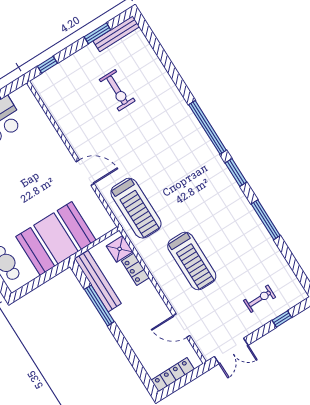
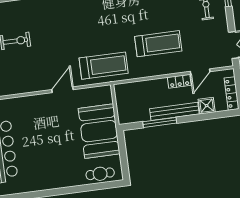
shower: (120, 249) -> (207, 106), moved
locker: (135, 269) -> (179, 81), moved
bench: (98, 281) -> (174, 111), moved

